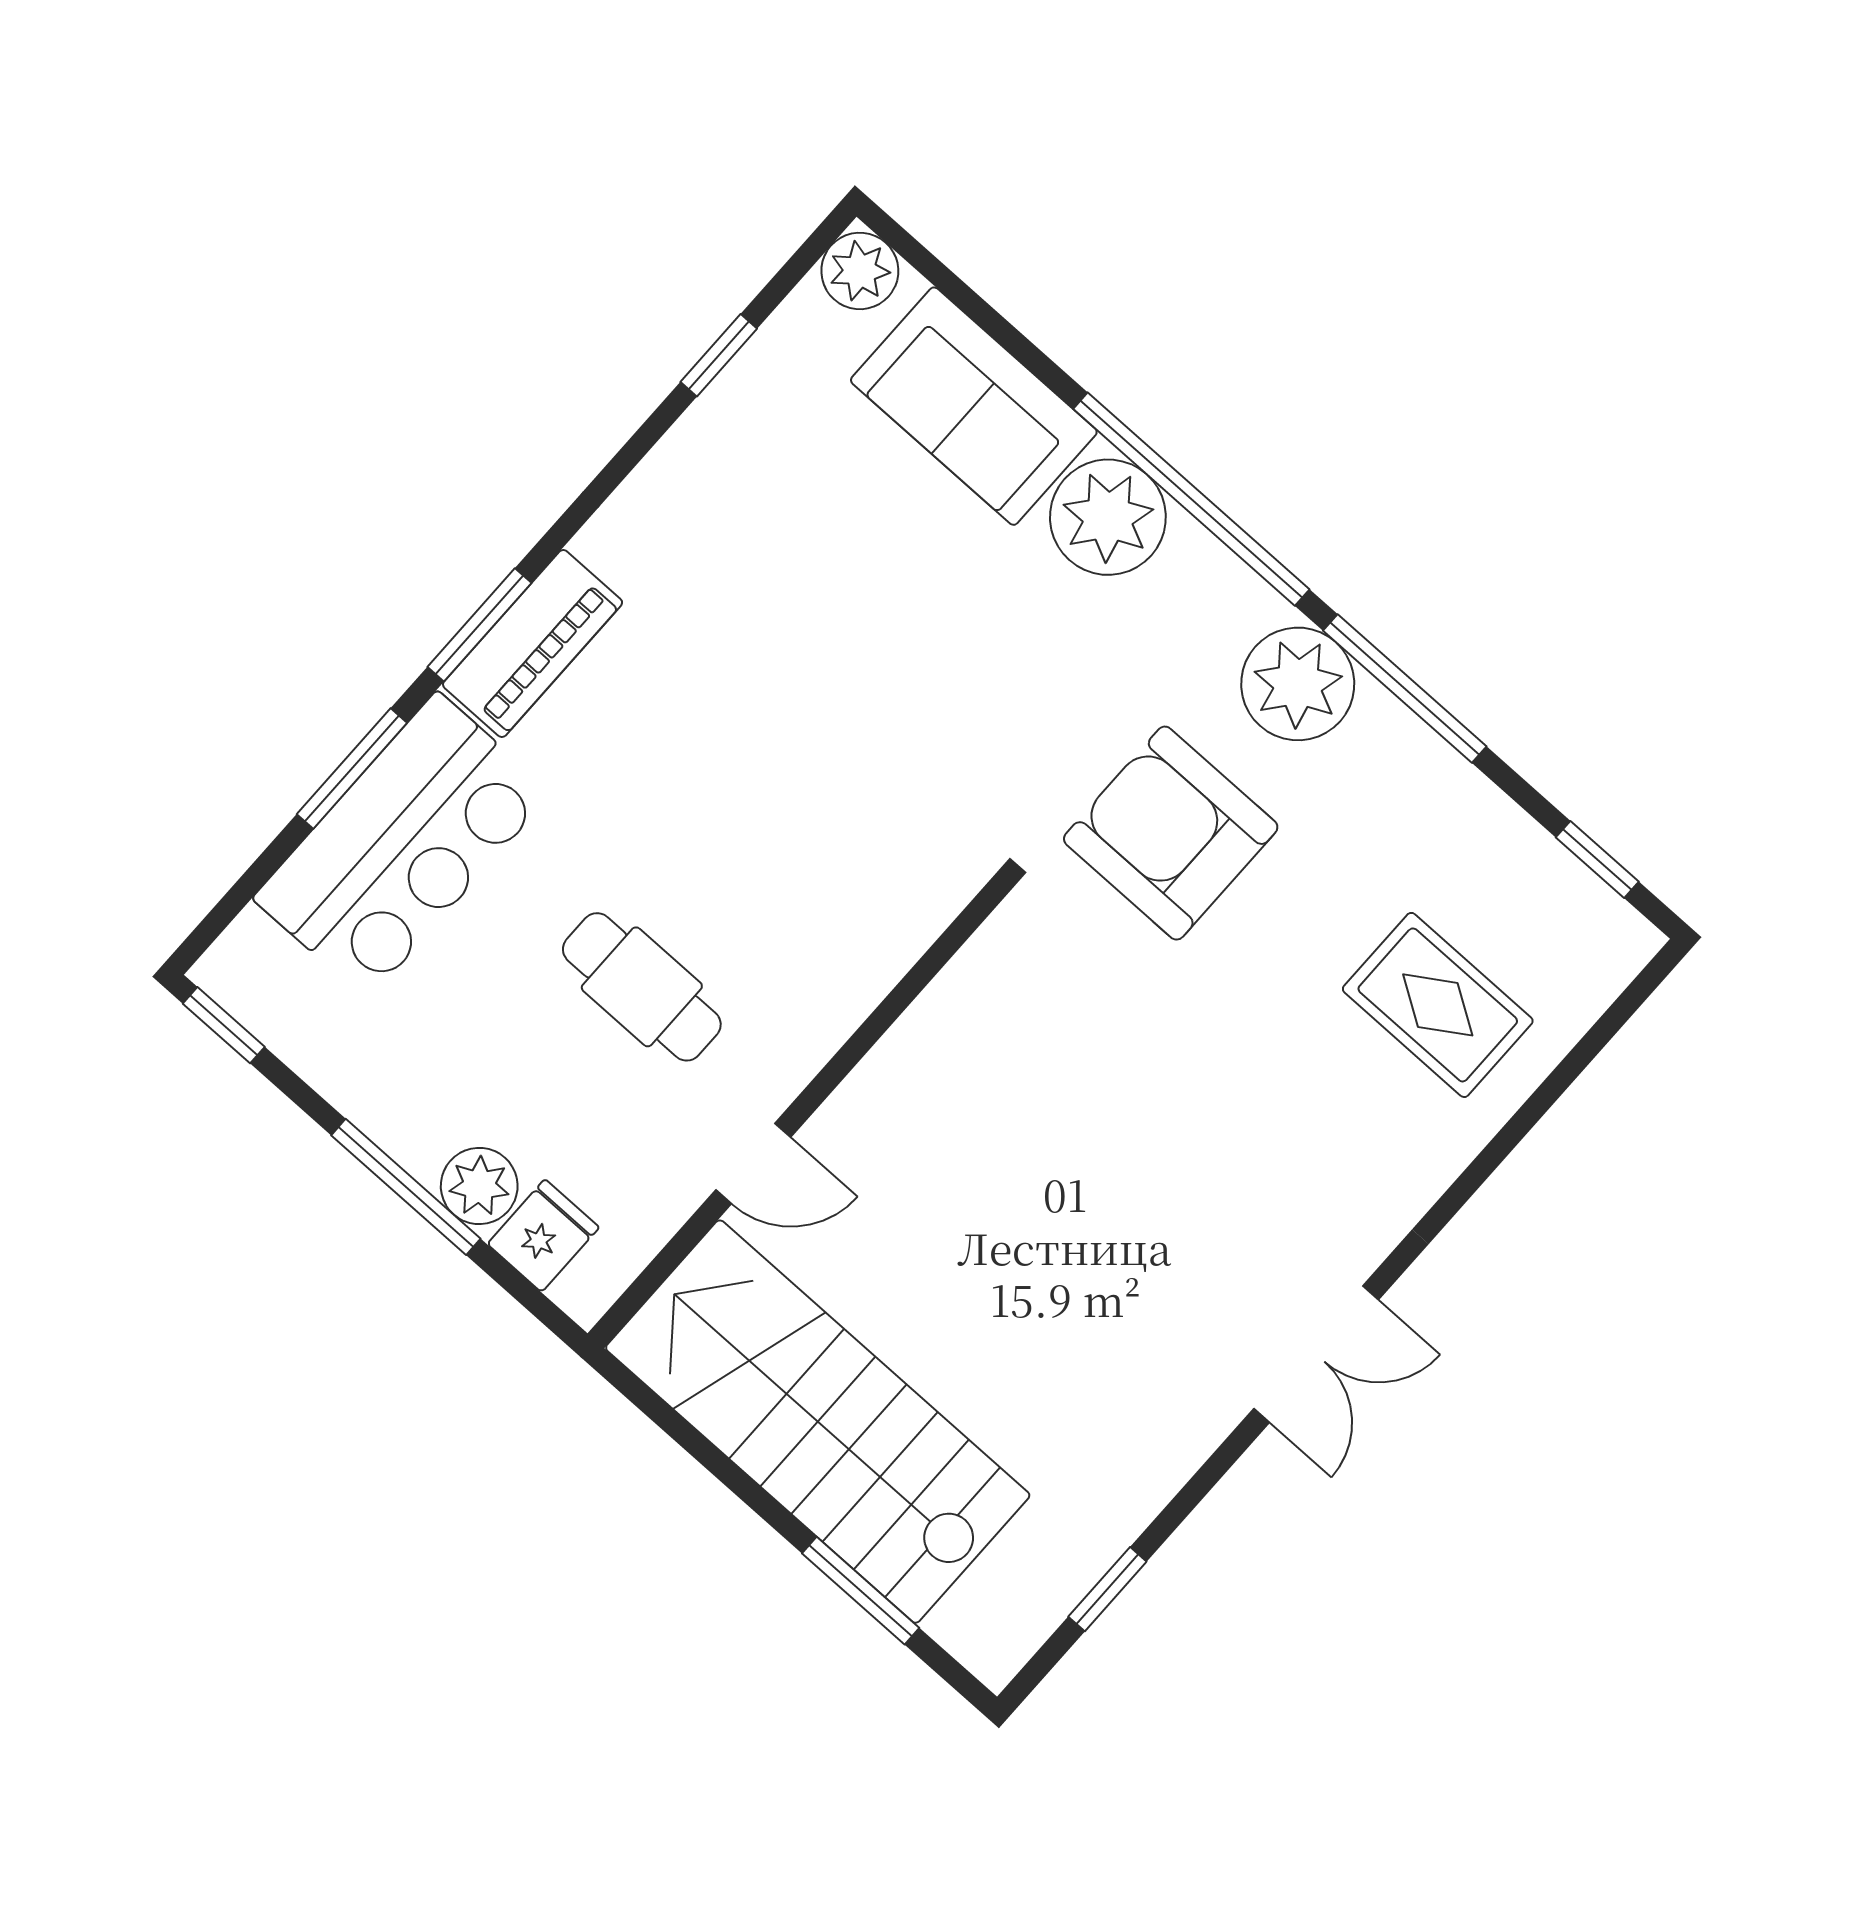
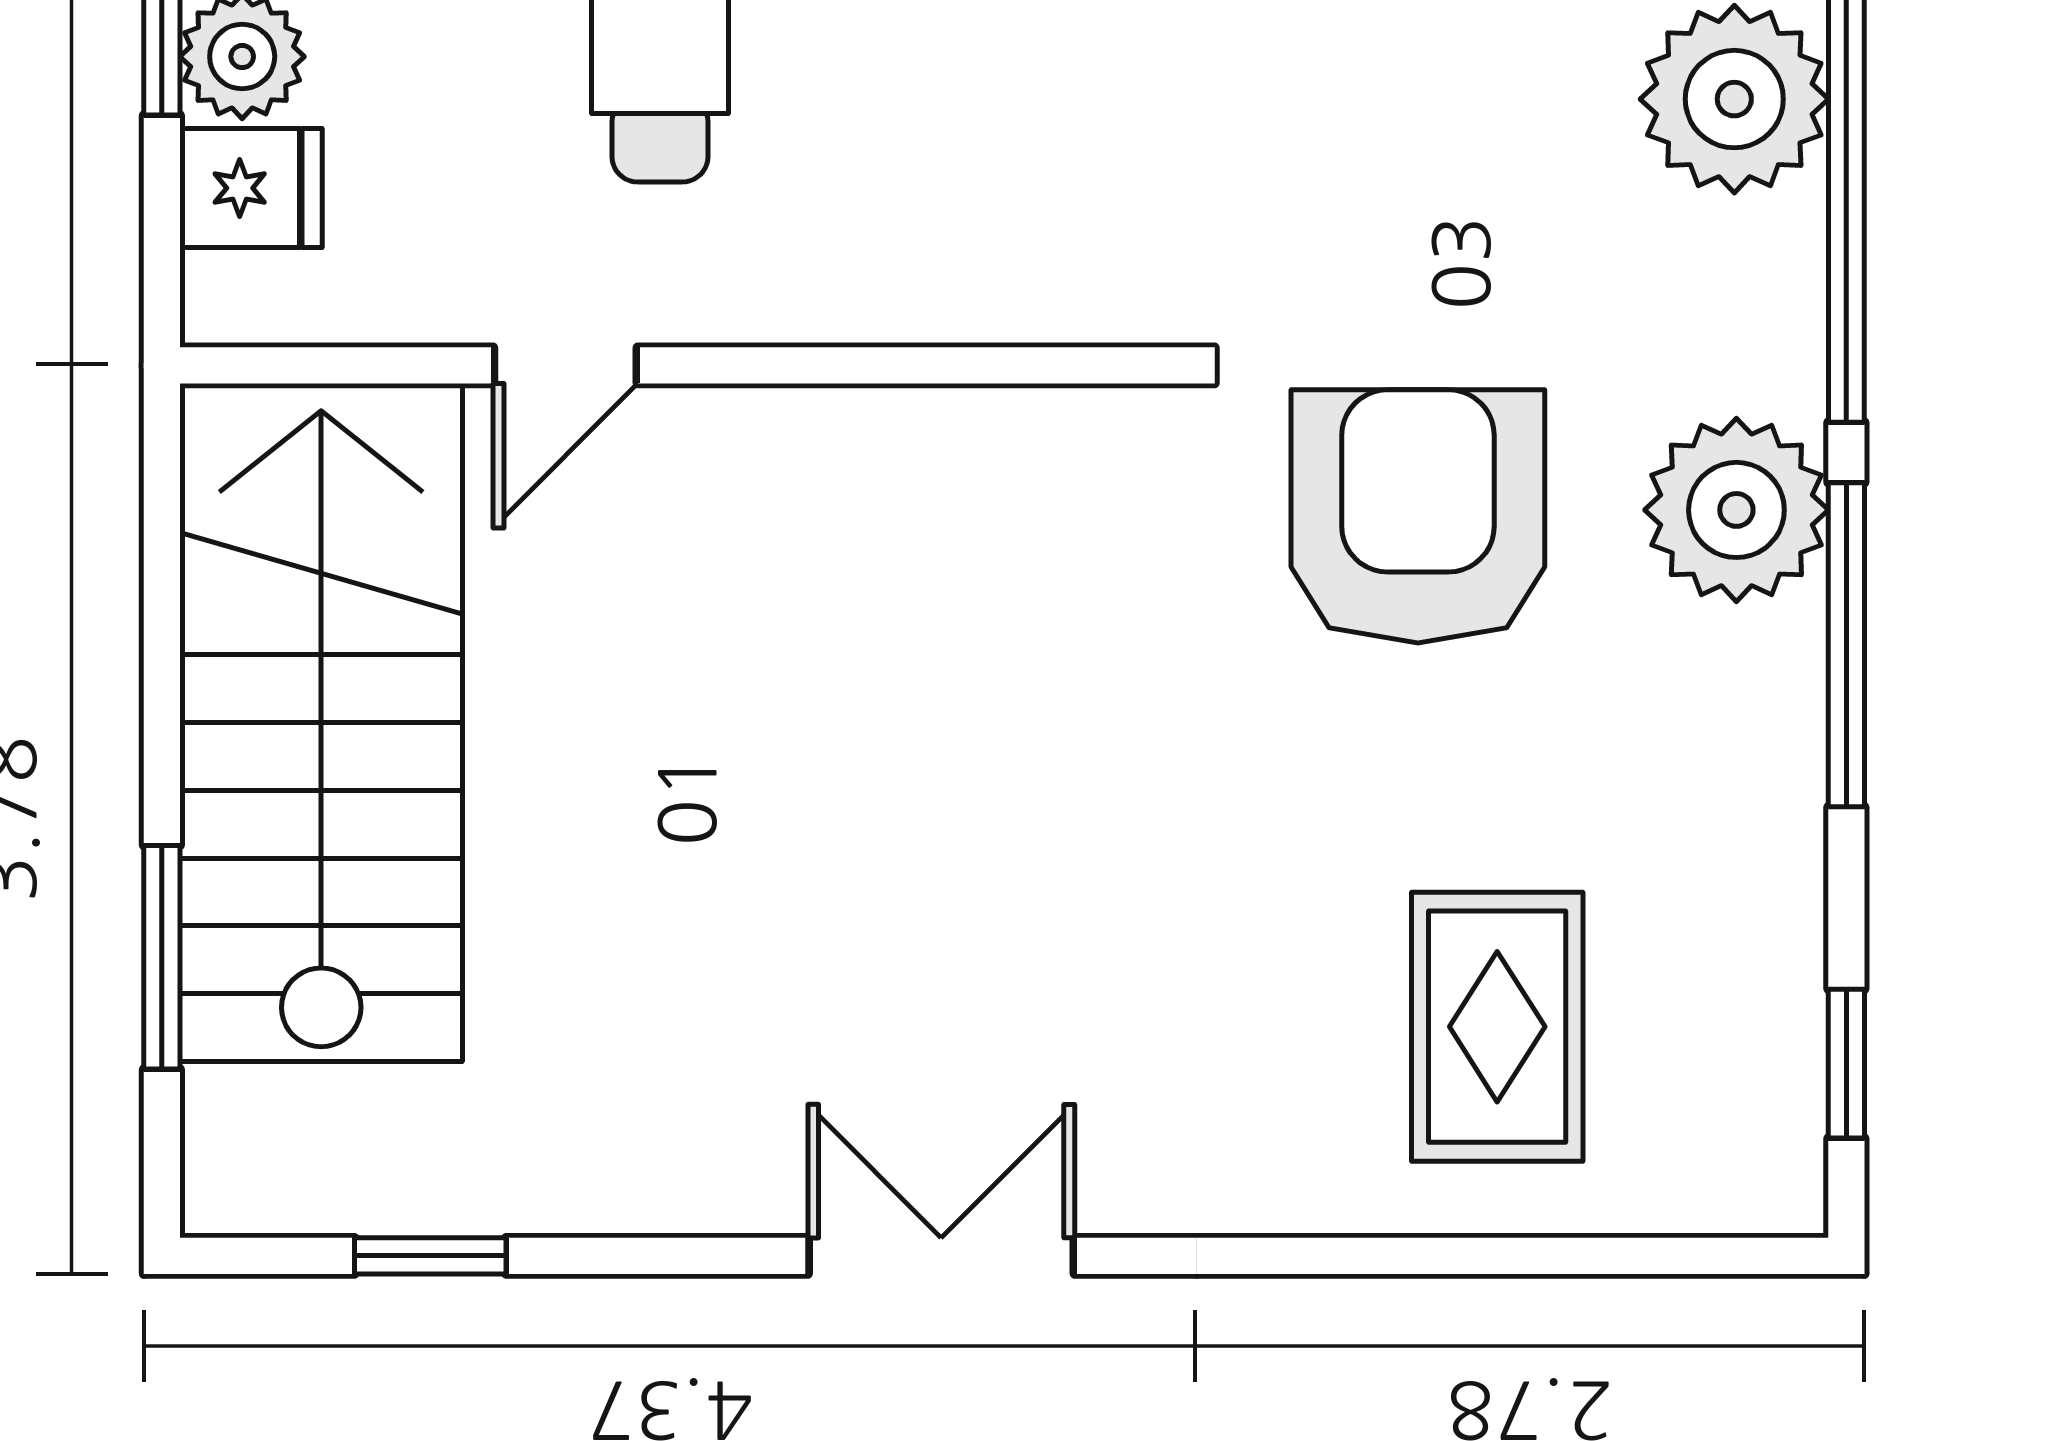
door: (753, 1163) -> (565, 365), hinge flipped
double door: (1316, 1354) -> (941, 1256), swing flipped

